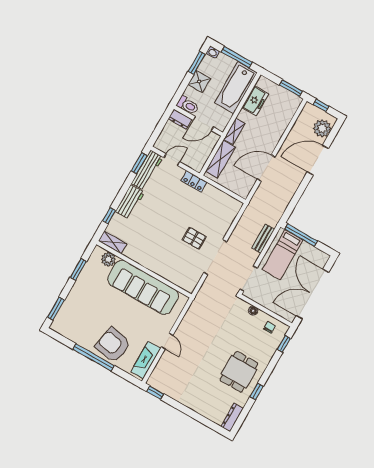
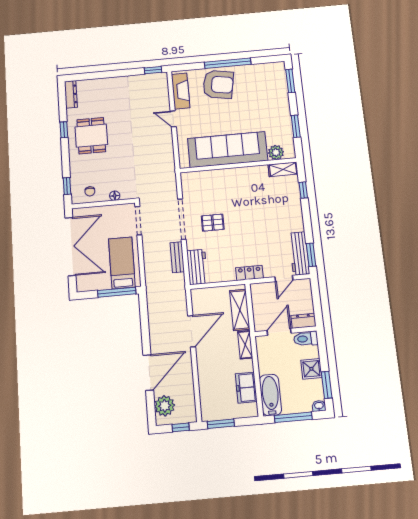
bathtub: (236, 88) -> (270, 395), width x0.73, depth x0.73
workbench: (130, 202) -> (197, 267), moved, turned 180
bench: (263, 239) -> (177, 257), moved

